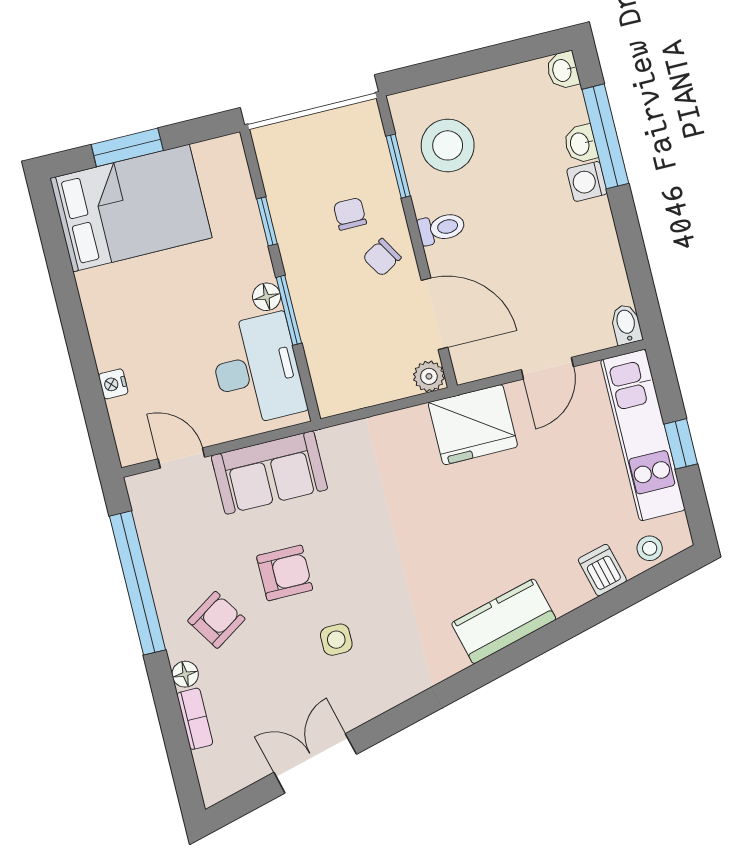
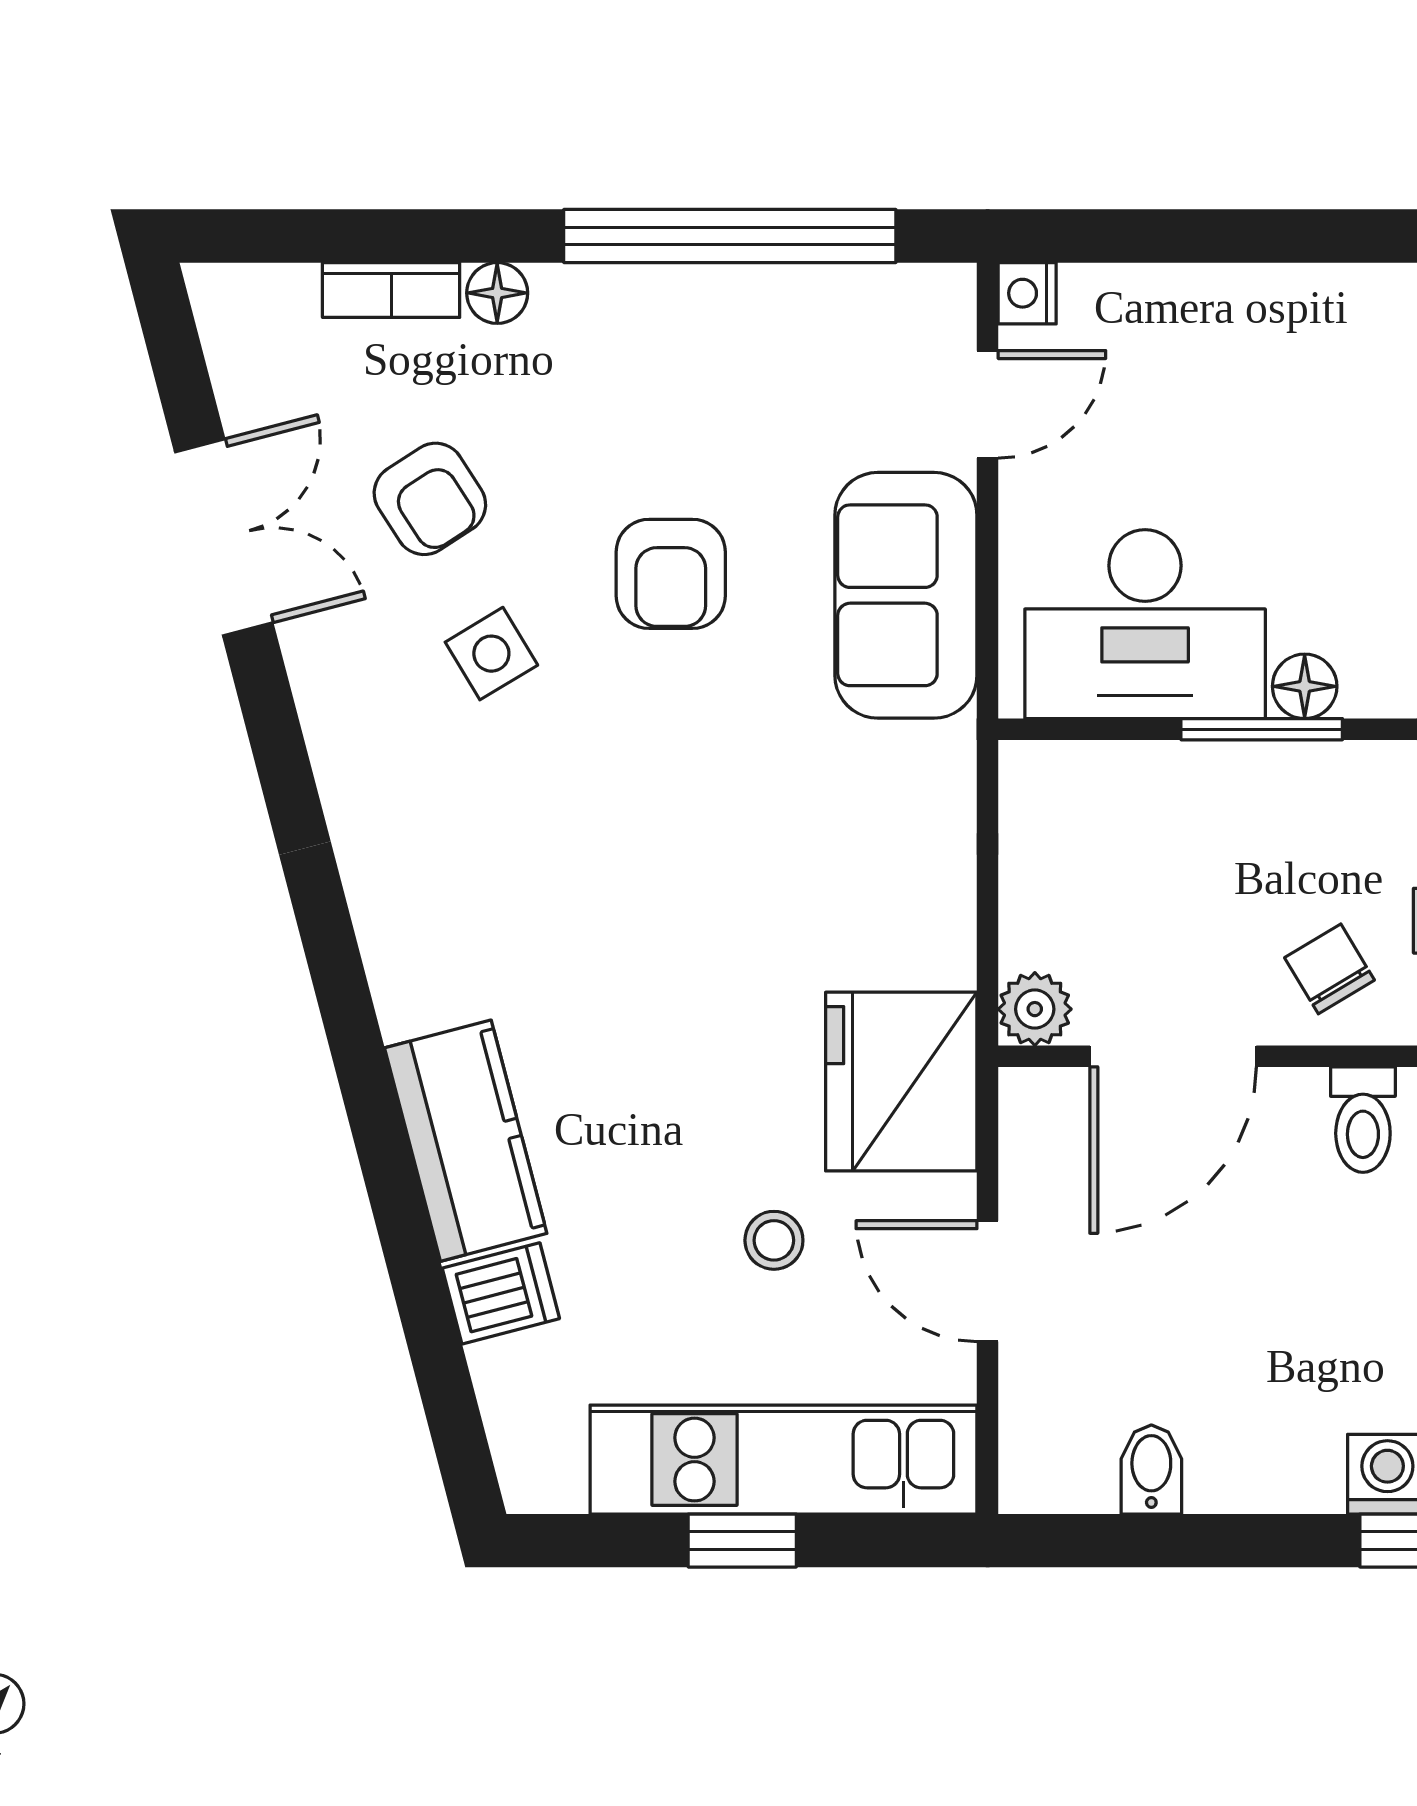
bidet: (626, 324) -> (1151, 1469), moved, turned -90
nightstand: (113, 384) -> (1027, 293), moved, turned -90
stool: (650, 548) -> (774, 1240), moved
armchair: (216, 620) -> (430, 499), moved
kitchen counter: (504, 621) -> (466, 1141), moved
side table: (336, 640) -> (491, 654), turned -31

